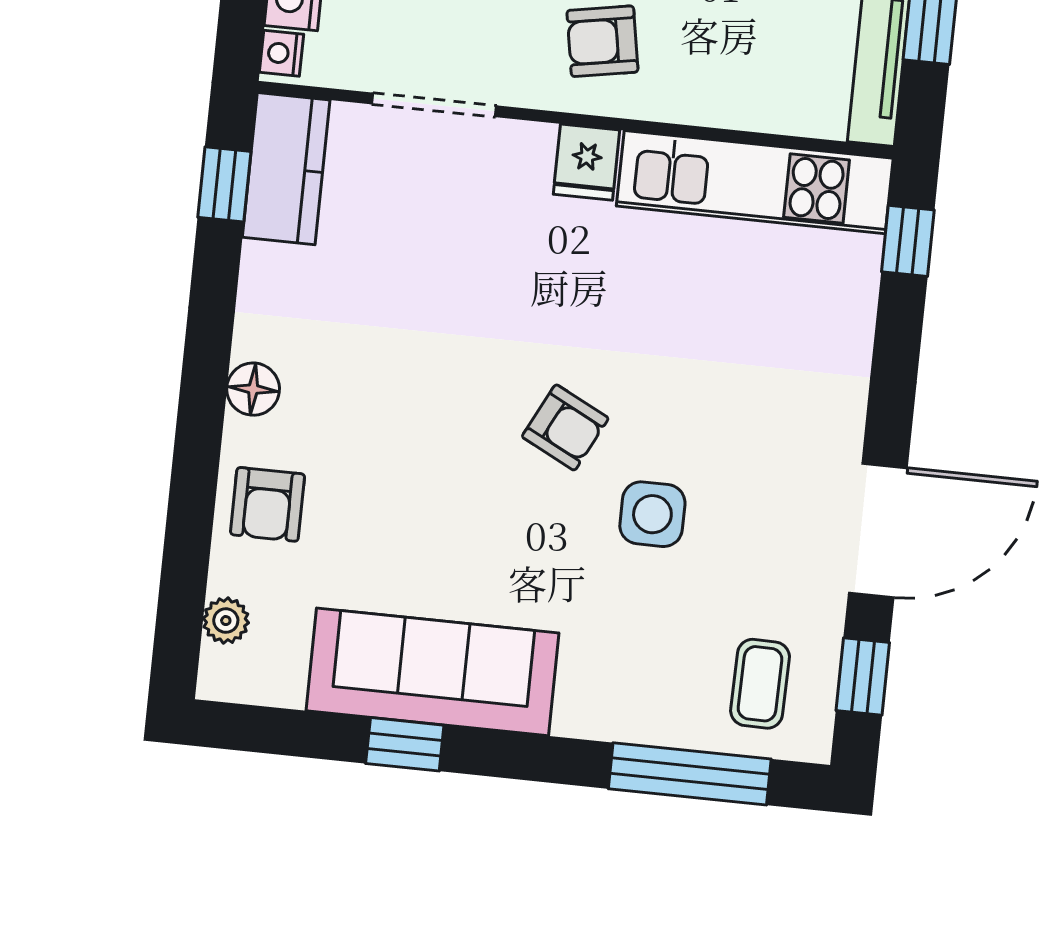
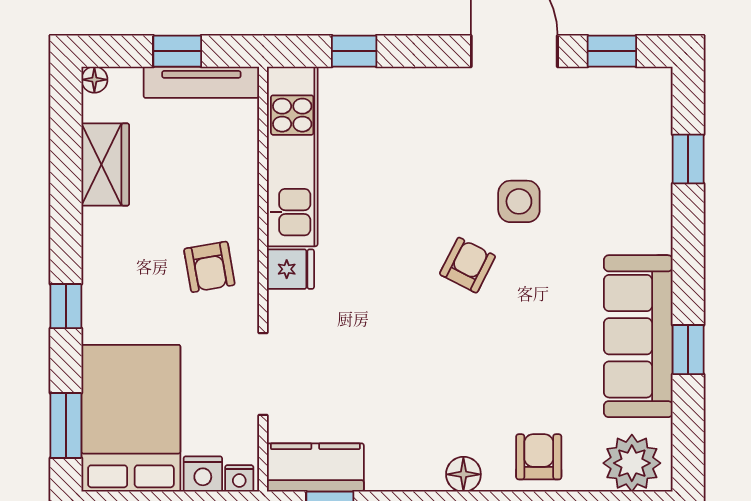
window: (908, 241) -> (354, 51), moved
armchair: (268, 504) -> (539, 457), turned -90
plant: (226, 621) -> (632, 463), width x1.88, depth x1.88
coffee table: (760, 684) -> (624, 119), removed
window: (690, 774) -> (688, 159), width x0.46

